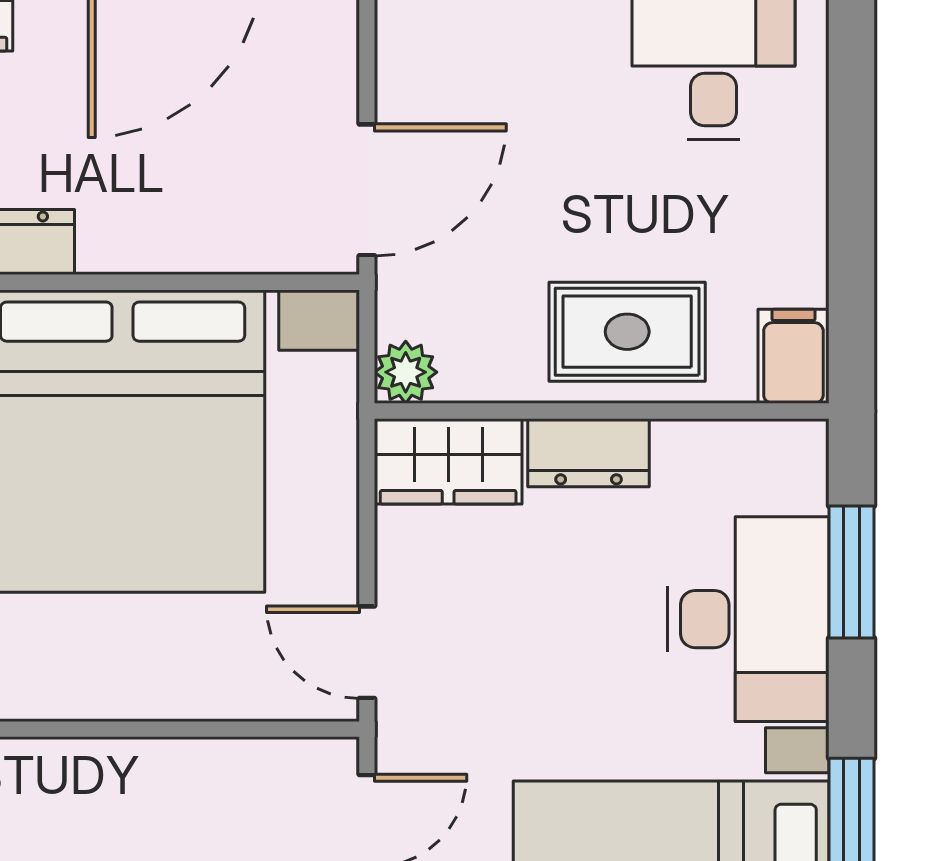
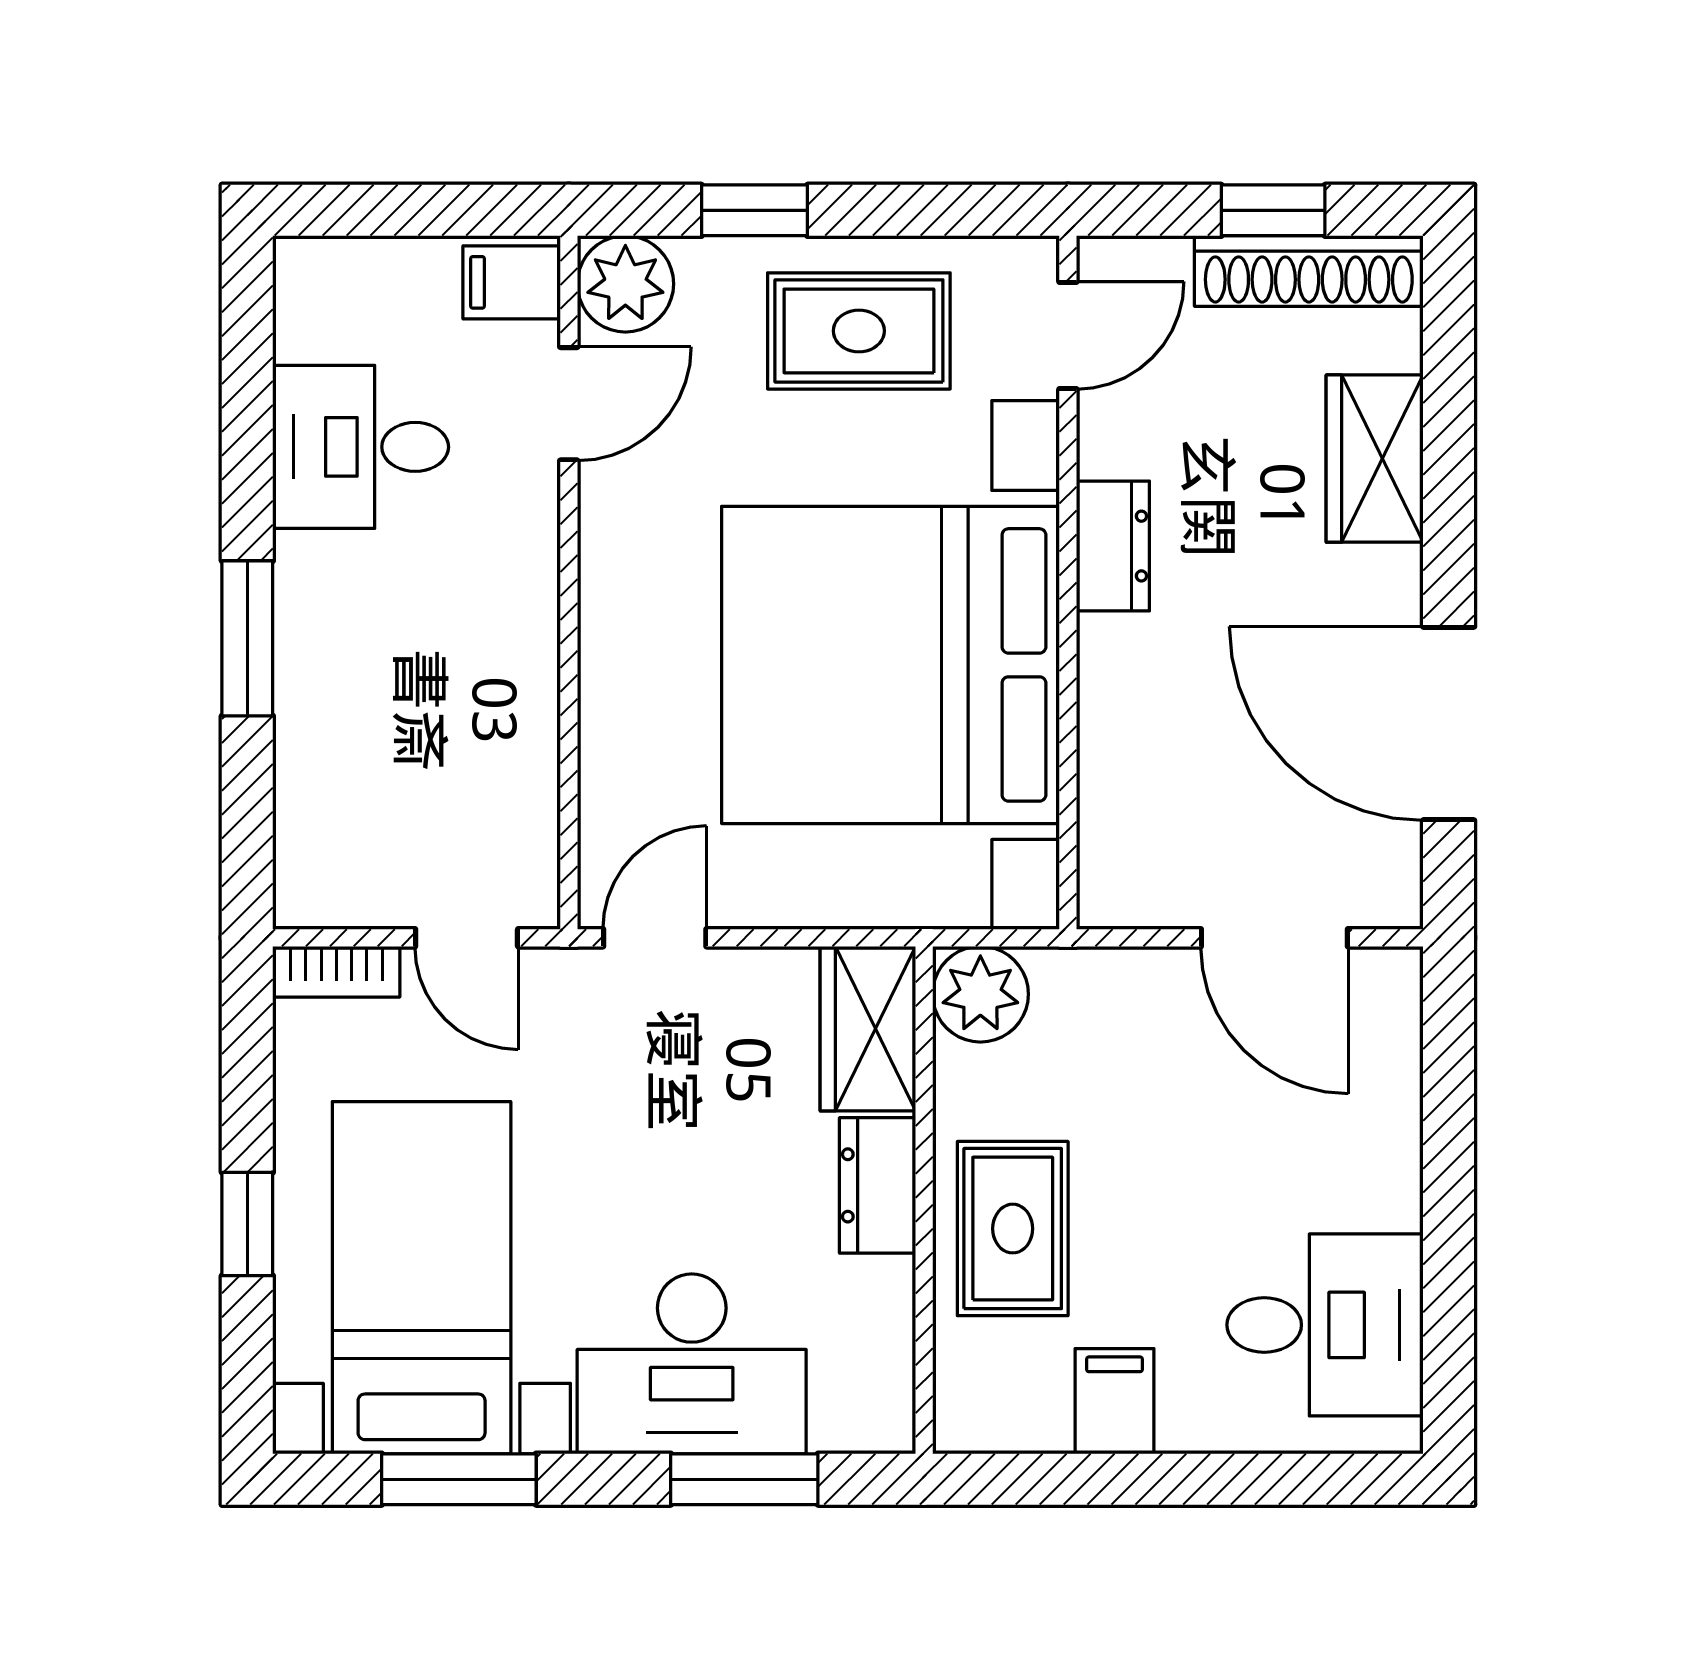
door: (367, 190) -> (1274, 938), moved
filing cabinet: (793, 356) -> (1114, 1401), moved, turned -90
plant: (406, 372) -> (980, 994), width x1.38, depth x1.38

